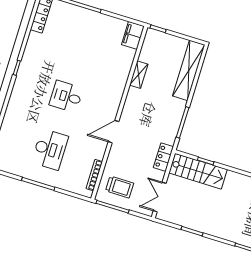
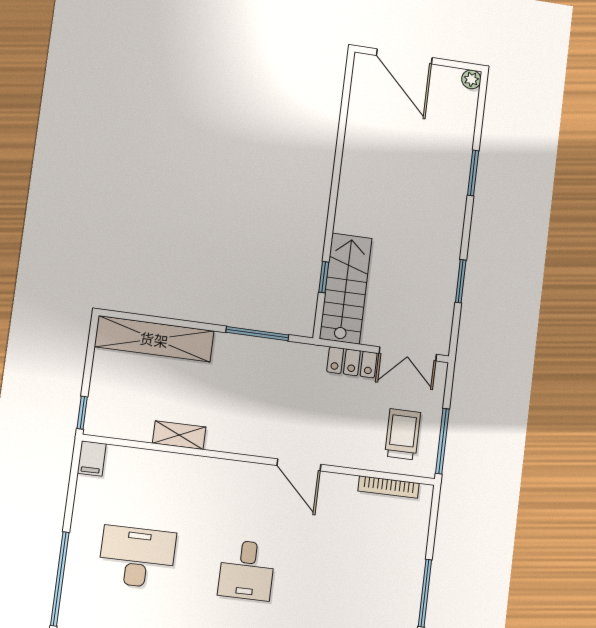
filing cabinet: (133, 35) -> (92, 459), width x0.50
desk: (50, 149) -> (137, 557), moved
locker: (163, 157) -> (352, 362), moved

